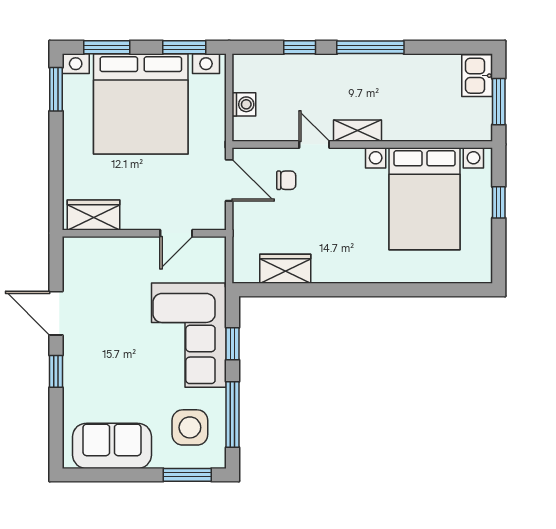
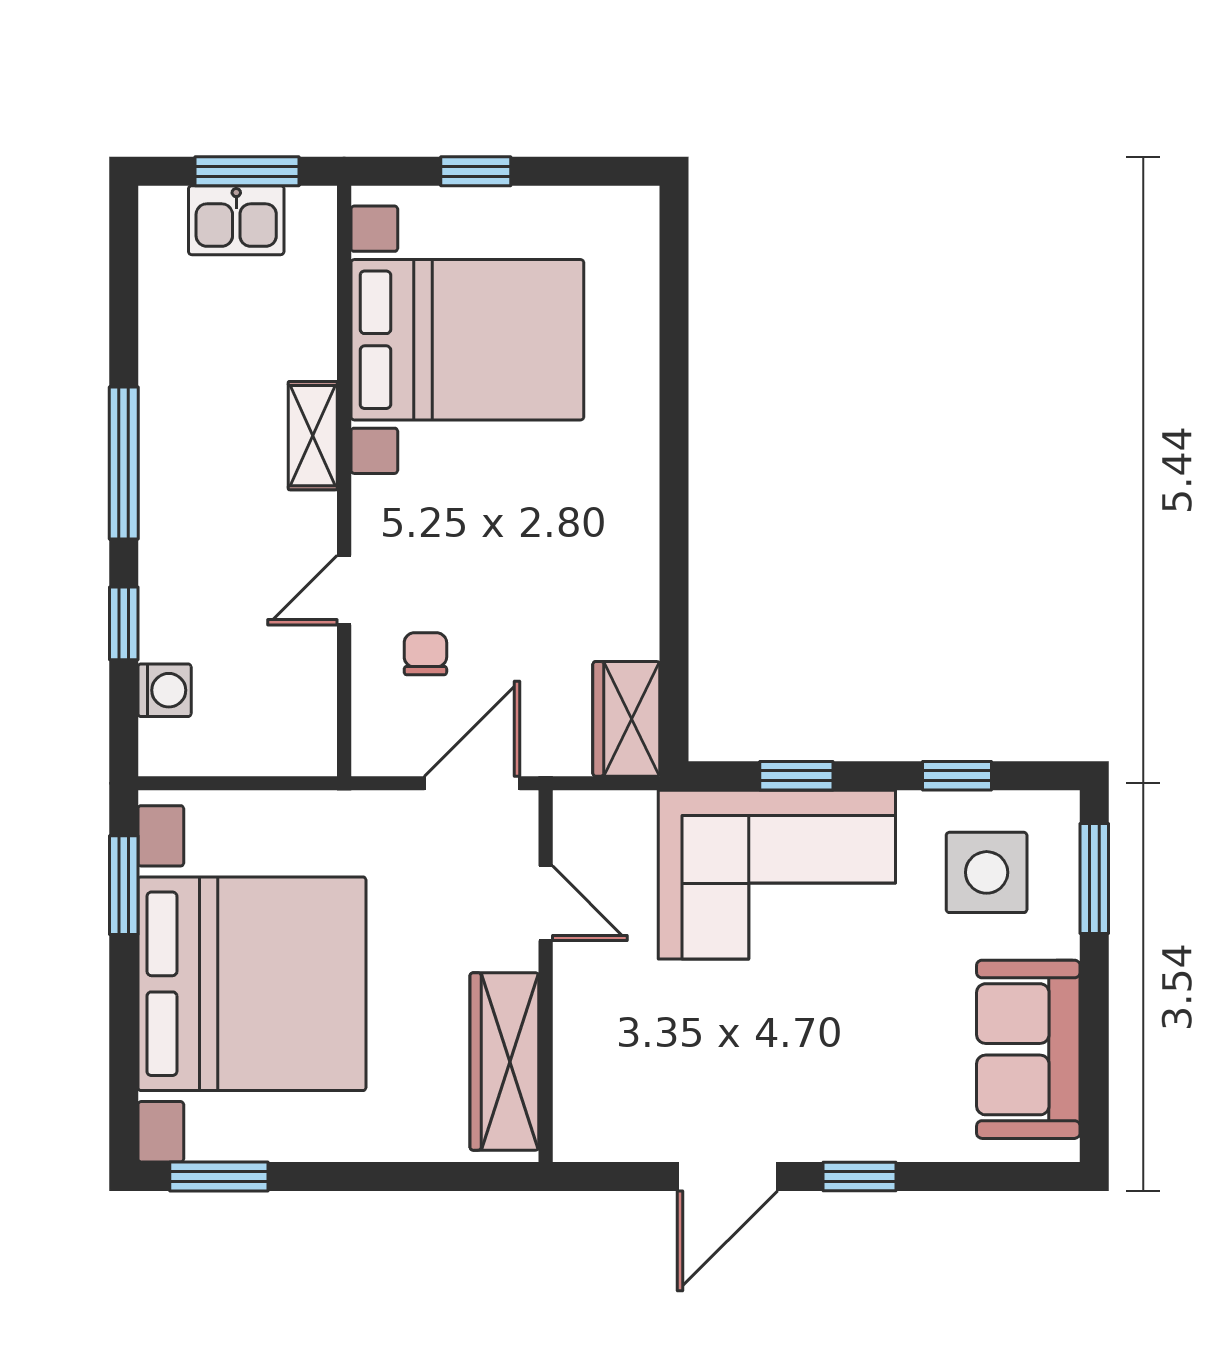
window: (107, 47) -> (124, 1061), removed
kitchen sink: (477, 76) -> (236, 220), moved
washing machine: (244, 104) -> (165, 690), moved, turned 90
shelving: (358, 131) -> (313, 436), moved
door: (229, 180) -> (472, 783), moved
wardrobe: (94, 215) -> (504, 1061), width x1.50
wardrobe: (285, 269) -> (626, 719), moved
window: (232, 414) -> (957, 776), width x0.46

